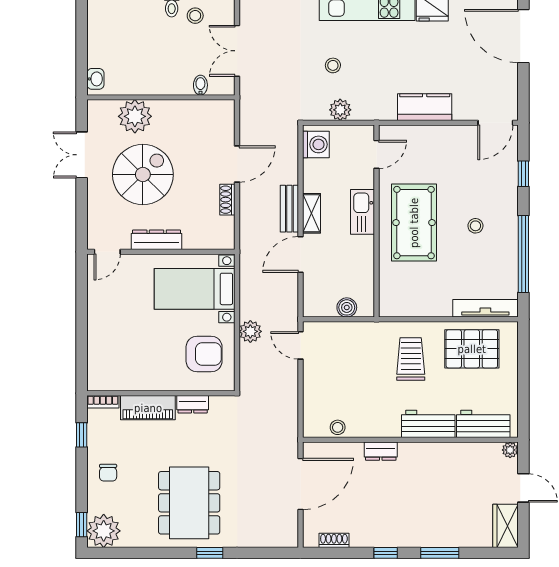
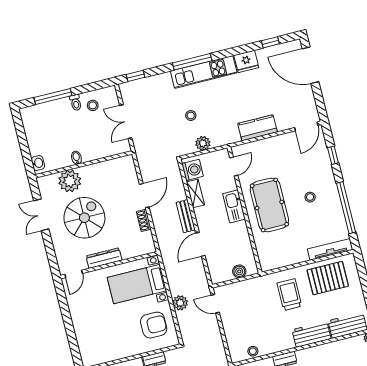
bidet: (200, 85) -> (76, 158), moved
shelving: (311, 213) -> (195, 193), moved

